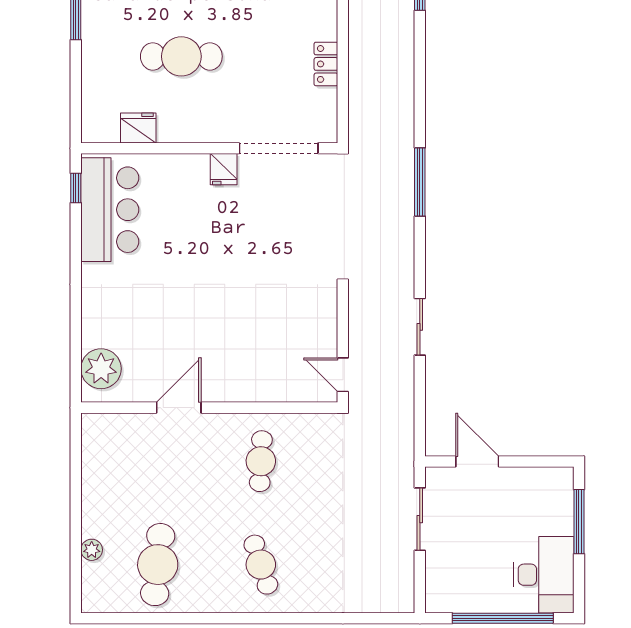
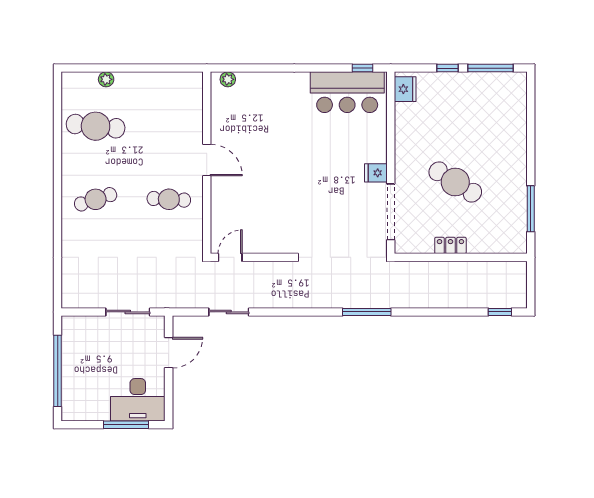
cafe table: (181, 56) -> (455, 182), moved, turned -58
window: (76, 68) -> (447, 68), added
fridge: (138, 128) -> (405, 89), moved
sliding door: (420, 327) -> (229, 312), moved
plant: (101, 369) -> (228, 79), width x0.53, depth x0.53
door: (179, 408) -> (207, 160), moved
desk: (544, 575) -> (138, 400), moved

